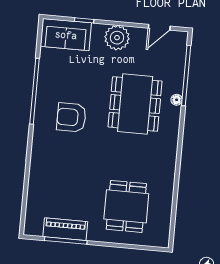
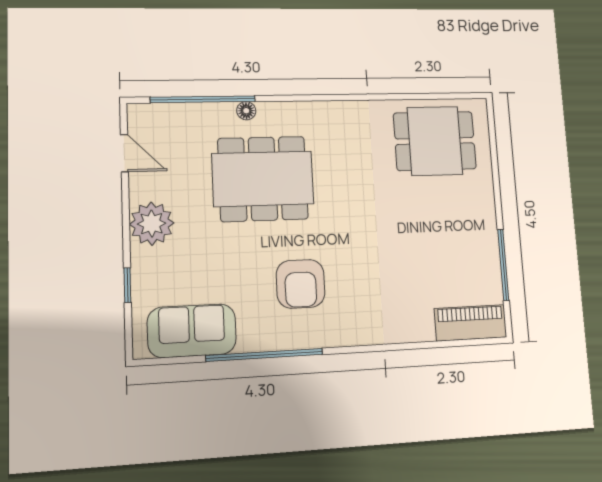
sofa: (66, 35) -> (192, 331), moved, turned -90
dining table: (126, 206) -> (435, 141), moved
piano: (65, 229) -> (471, 323), moved, turned 90

